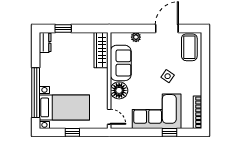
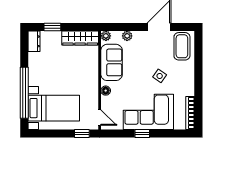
plant: (115, 37) -> (106, 36), added
wardrobe: (101, 50) -> (80, 38), moved, turned -90
floor lamp: (119, 90) -> (106, 91), width x0.53, depth x0.53
window: (72, 132) -> (82, 134), moved
window: (169, 132) -> (142, 134), moved

